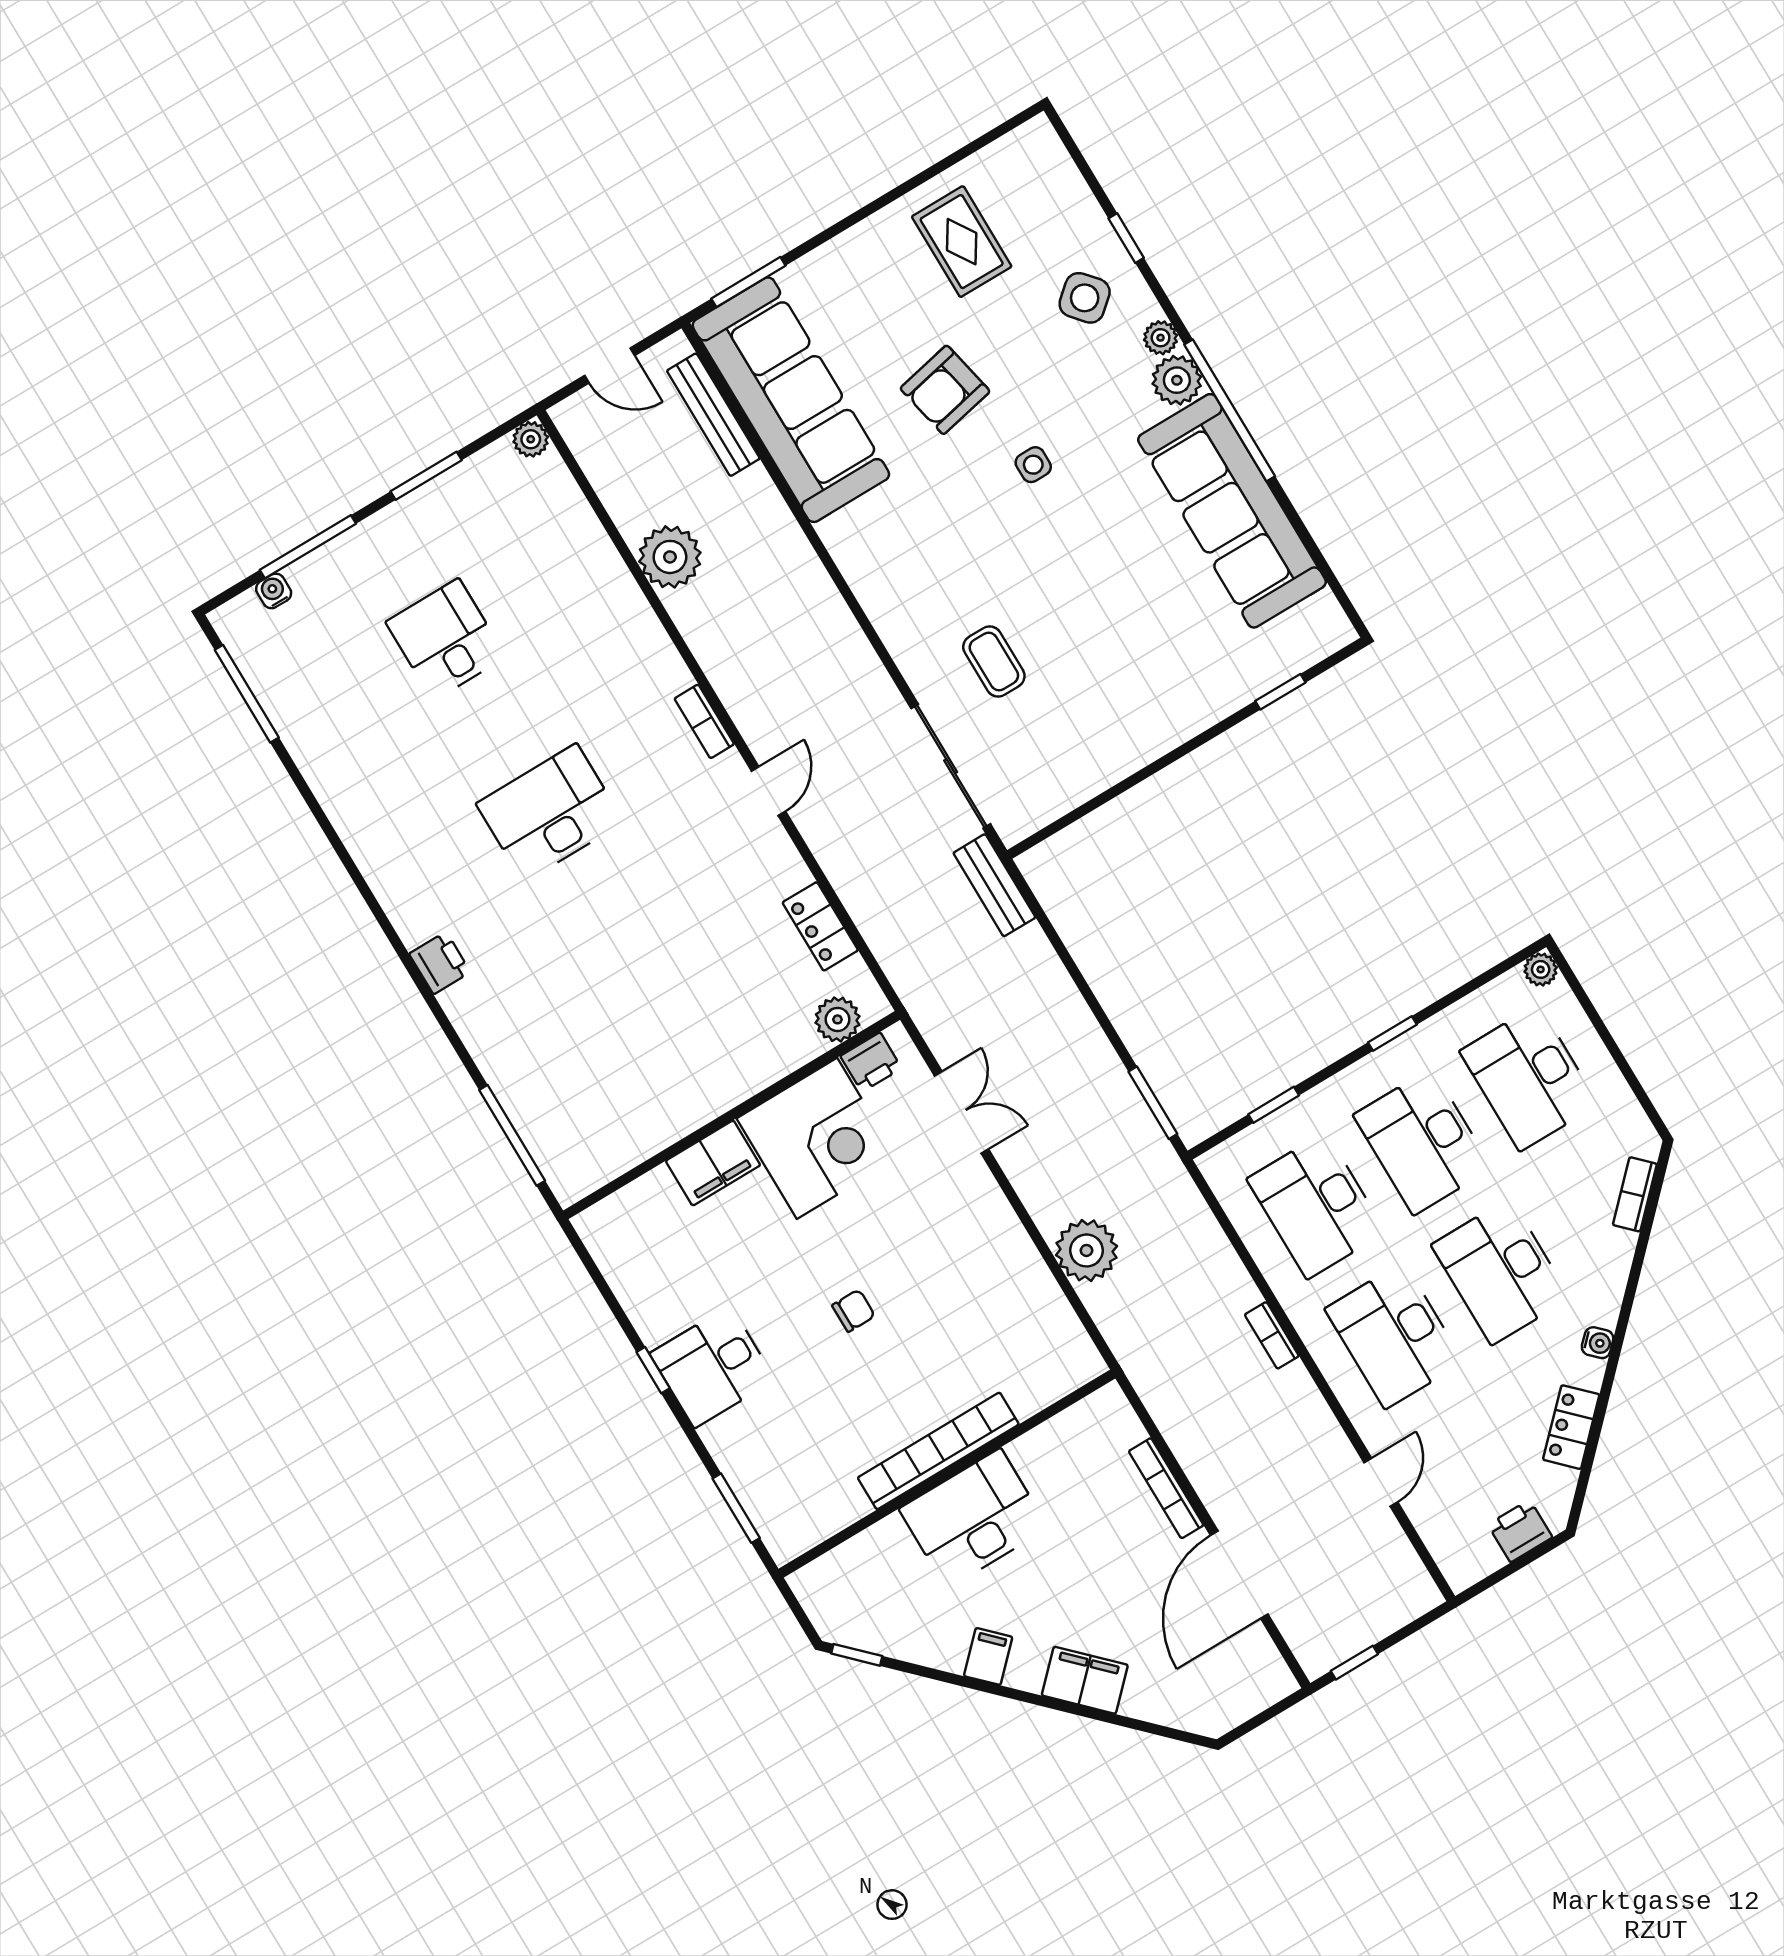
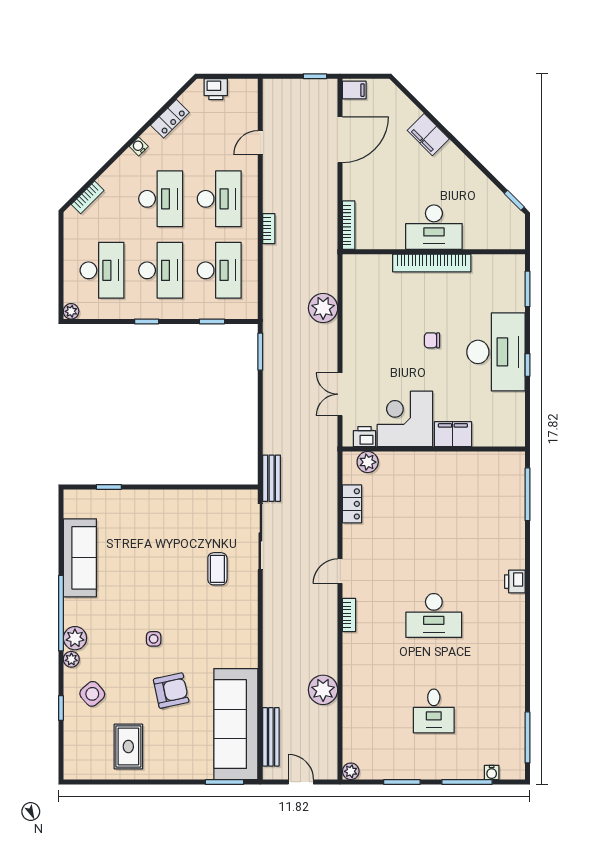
sofa: (1232, 511) -> (80, 558), width x0.74, depth x0.79
desk: (712, 1367) -> (496, 352), width x1.87, depth x1.30
bookcase: (1166, 1488) -> (349, 225), moved
filing cabinet: (988, 1656) -> (354, 90), moved, turned -135

